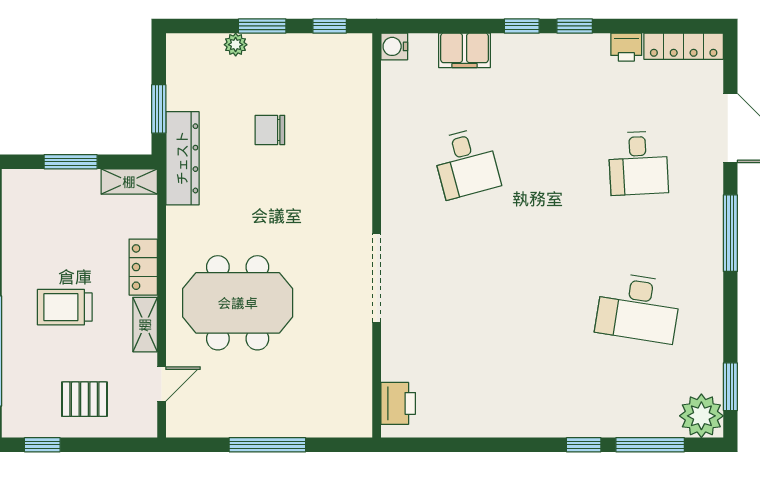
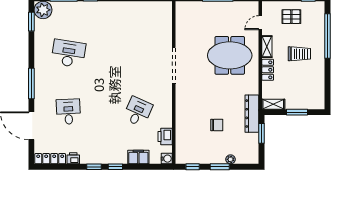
desk: (466, 163) -> (138, 112), turned 39
printer: (398, 403) -> (165, 137), moved

